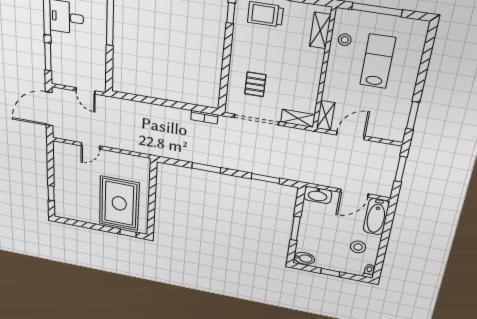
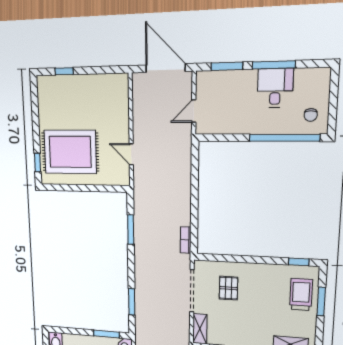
pallet: (255, 84) -> (228, 288), turned 90
door: (91, 146) -> (131, 154), moved
window: (206, 168) -> (131, 230), moved
window: (295, 228) -> (106, 334), moved

